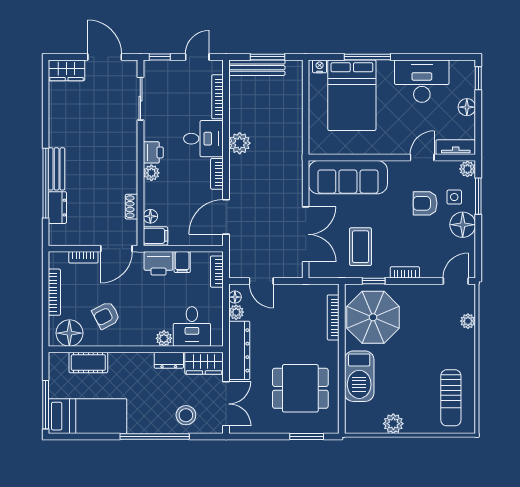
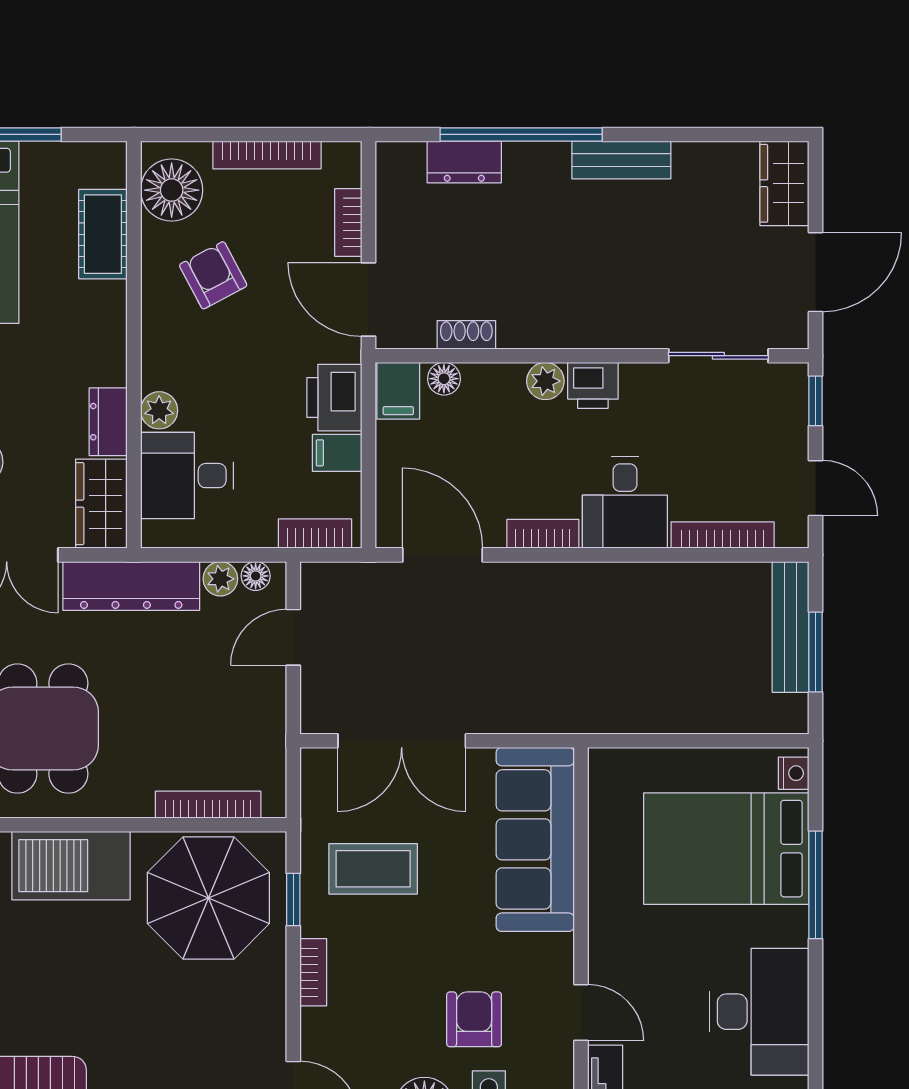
plant: (240, 143) -> (614, 587), removed
bench: (57, 169) -> (621, 160), moved

